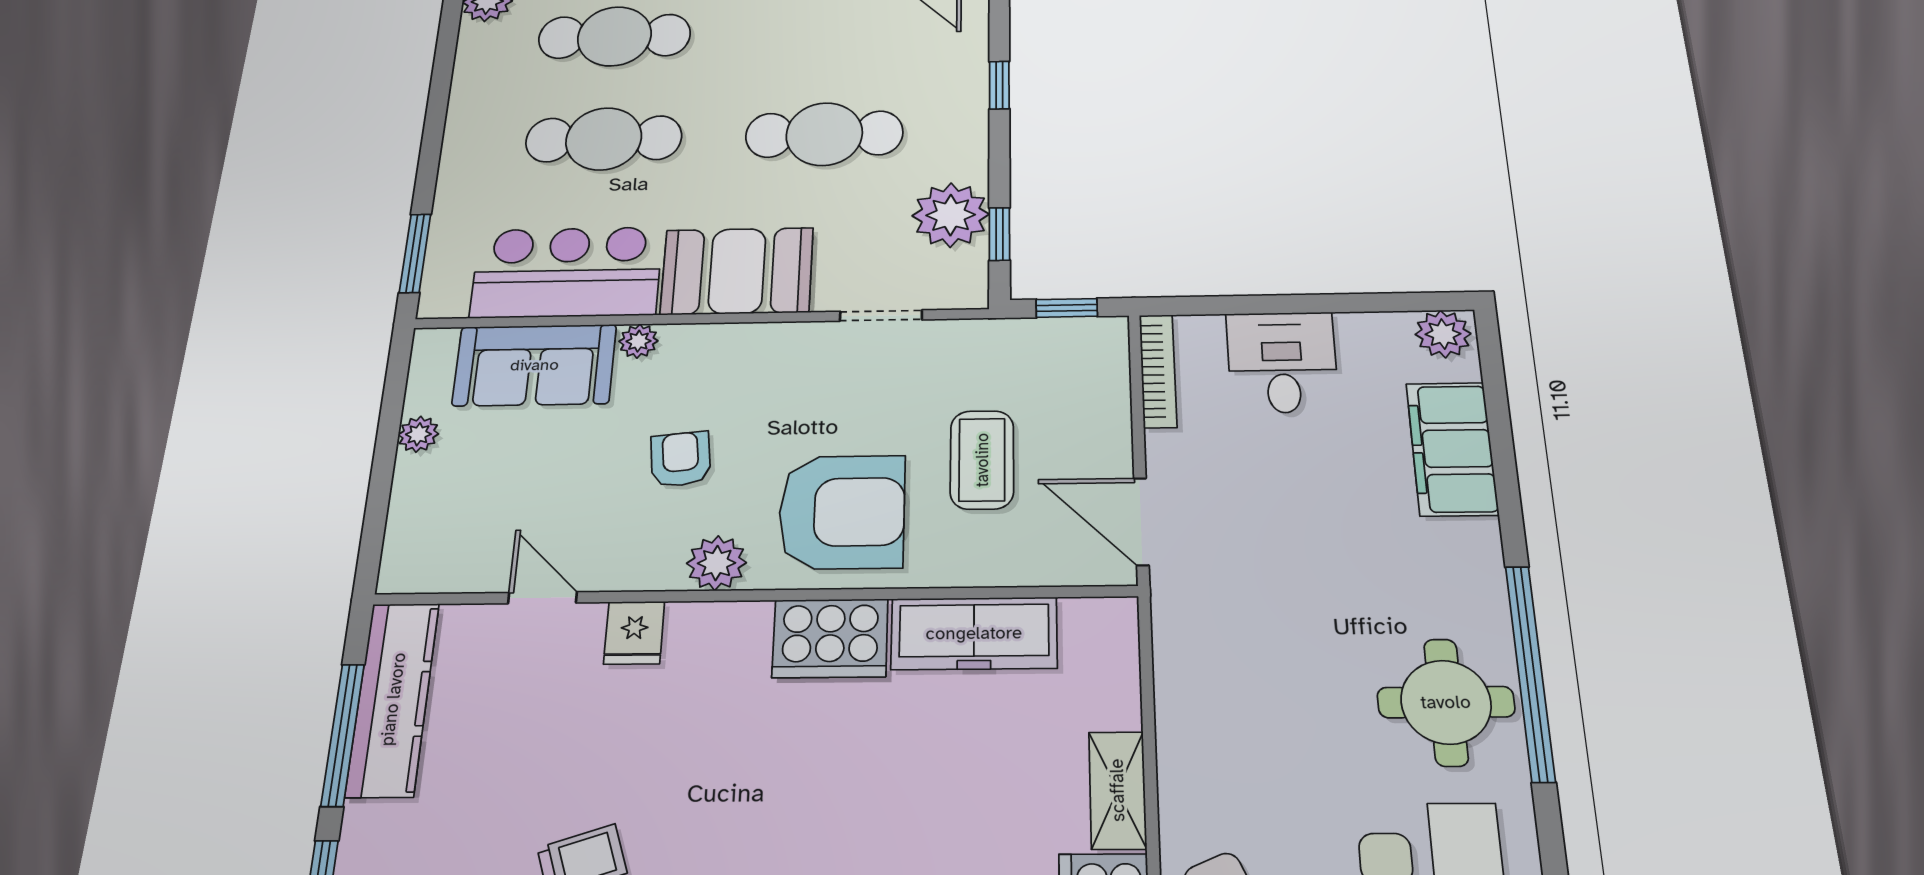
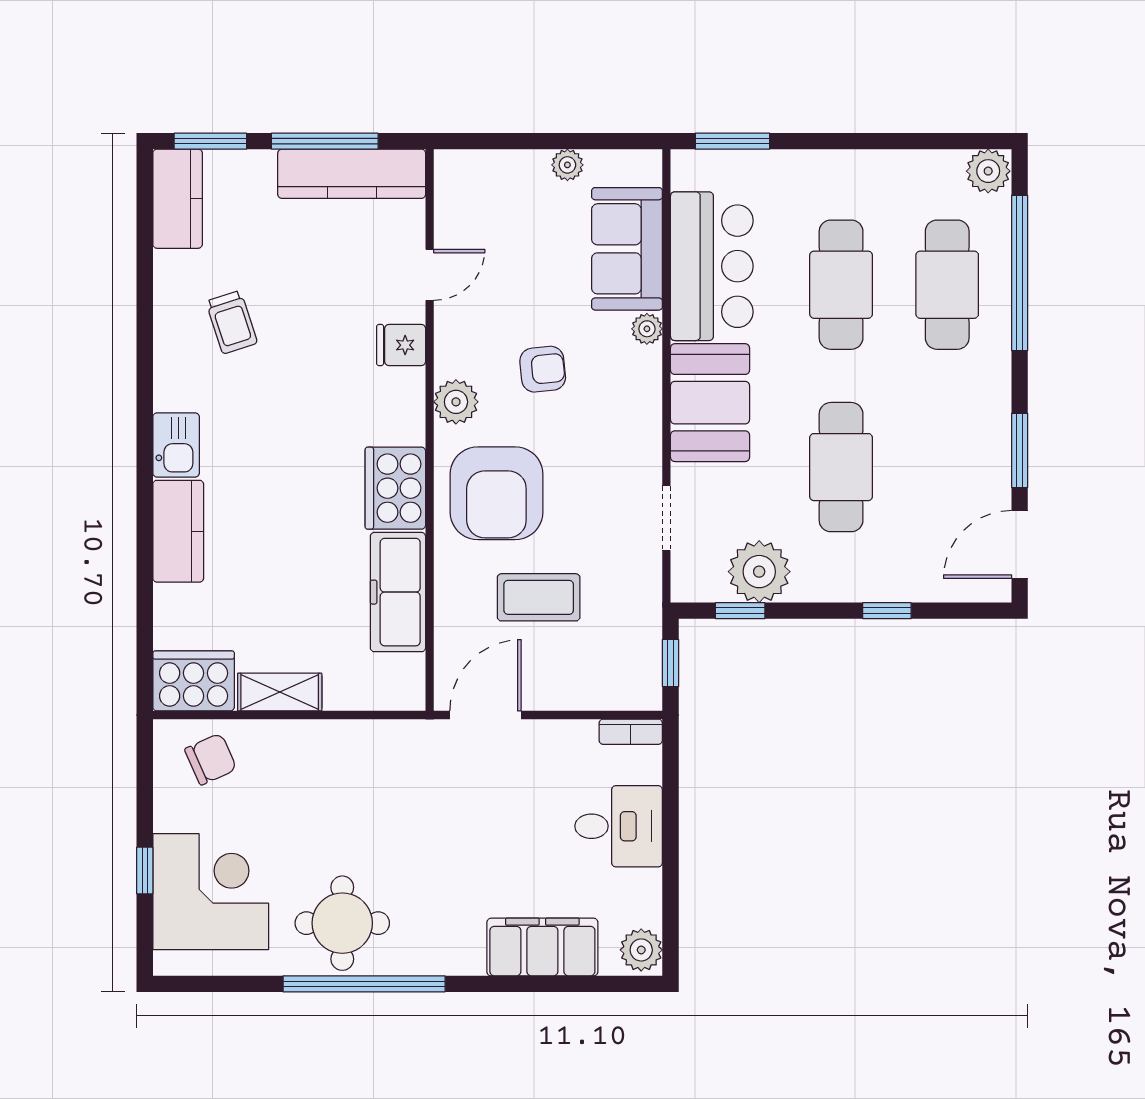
bookcase: (1158, 371) -> (631, 732), width x0.64

